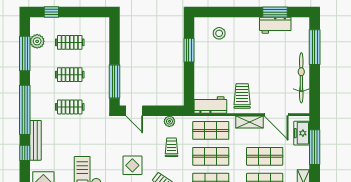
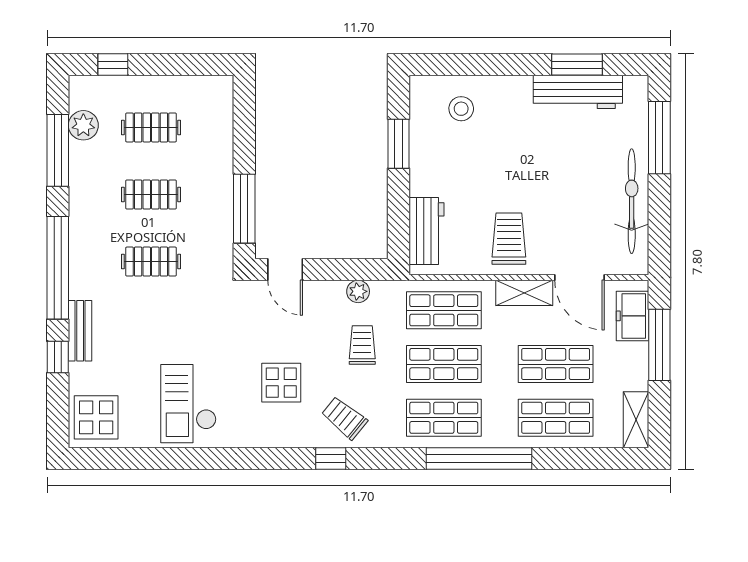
workbench: (275, 25) -> (578, 92), width x1.38
workbench: (210, 105) -> (427, 231), moved, turned 90
bench: (36, 140) -> (80, 331), width x0.73

